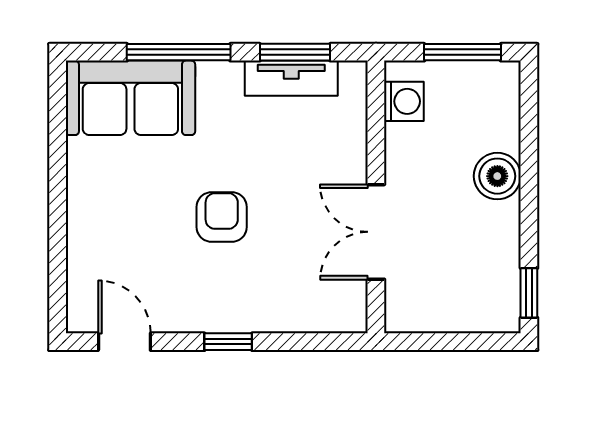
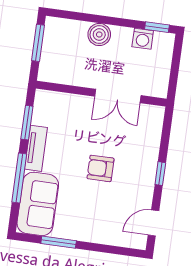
tv unit: (291, 78) -> (36, 148), moved
washing machine: (404, 101) -> (143, 39), moved, turned 180
window: (58, 152) -> (59, 242), added

